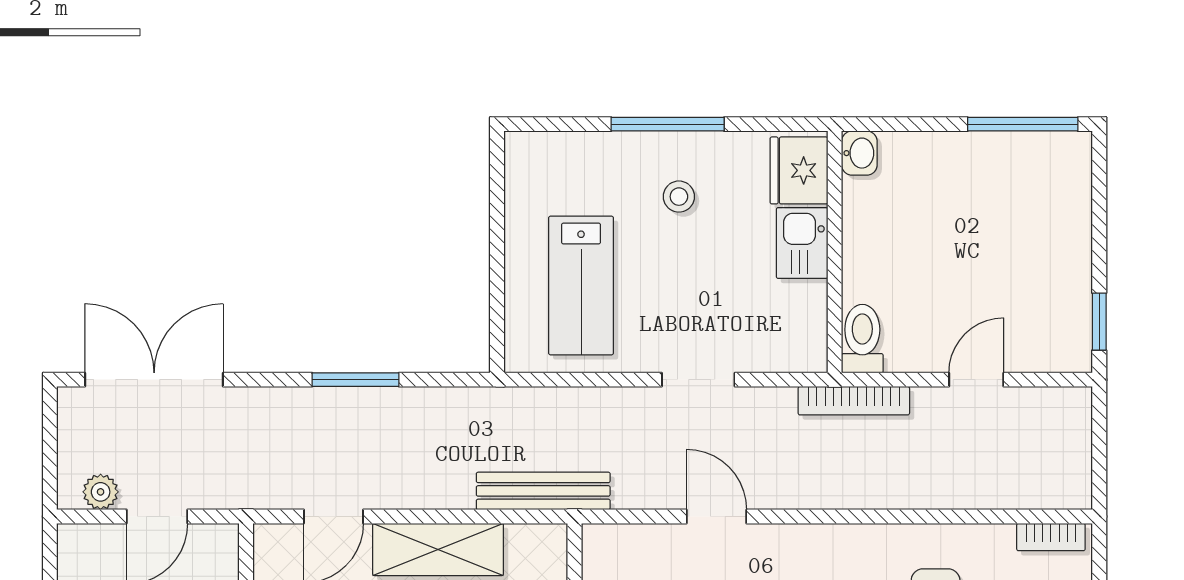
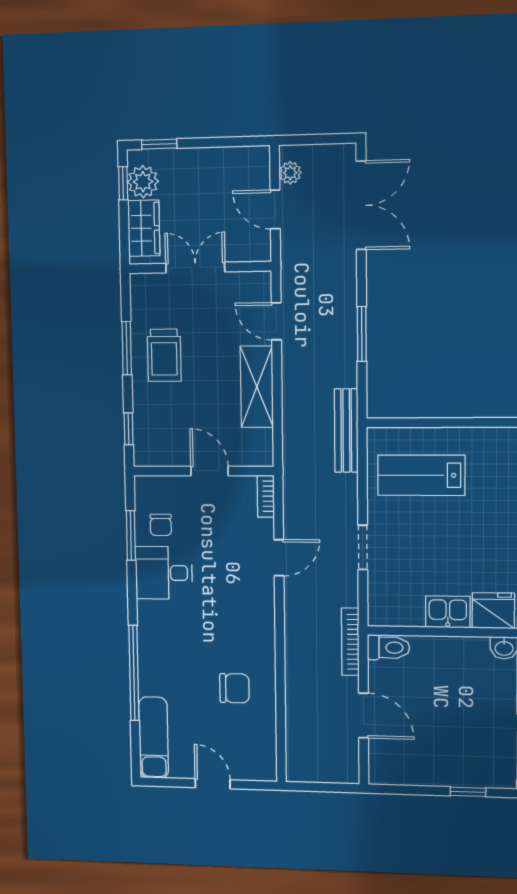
stool: (679, 197) -> (477, 536), removed
window: (1099, 322) -> (468, 792), moved
door: (976, 380) -> (364, 715), width x1.38
bench: (543, 491) -> (346, 431), moved
bookcase: (1051, 537) -> (266, 496), moved

